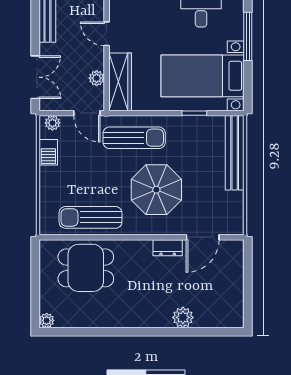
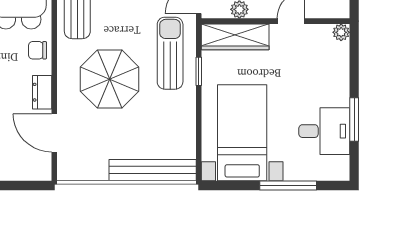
window: (194, 113) -> (199, 71), moved
sun lounger: (134, 138) -> (170, 53), turned 180
chair: (132, 252) -> (37, 50), added

